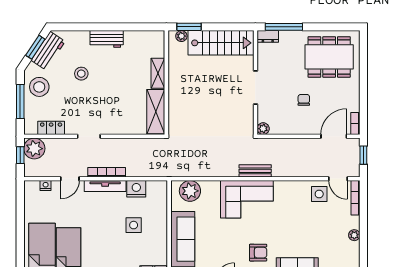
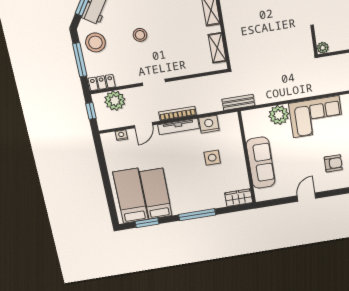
stool: (81, 74) -> (140, 35), moved
shelving: (156, 112) -> (217, 48), width x0.67, depth x0.75
locker: (51, 128) -> (102, 83), moved
plant: (34, 149) -> (115, 101), moved
bench: (255, 171) -> (238, 102), moved
plant: (190, 191) -> (279, 115), moved

